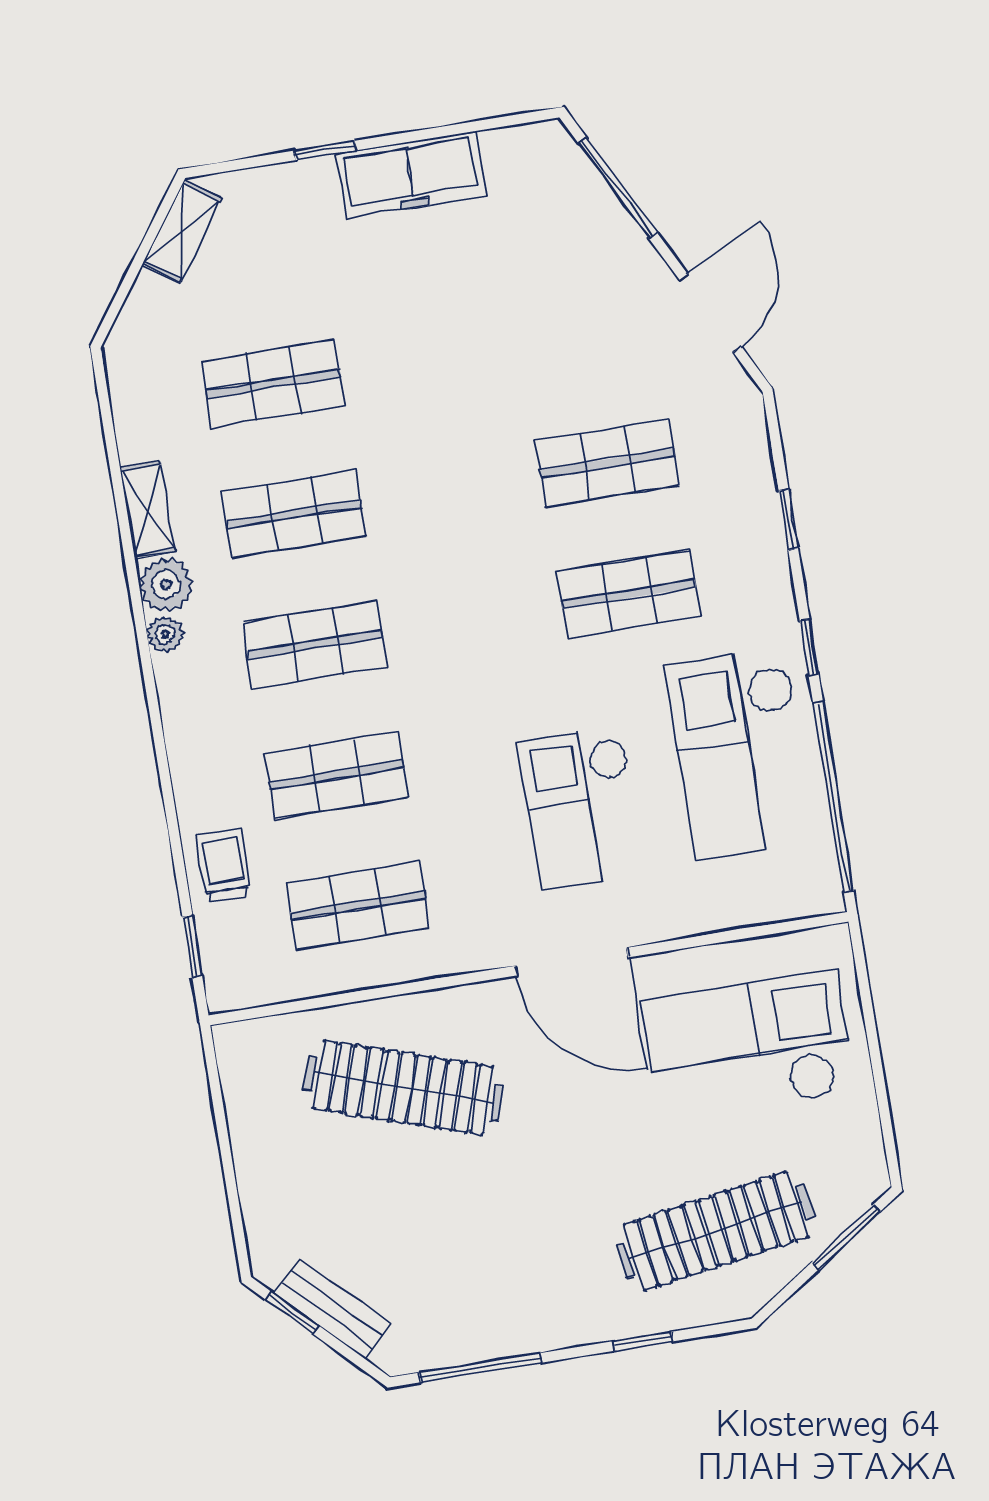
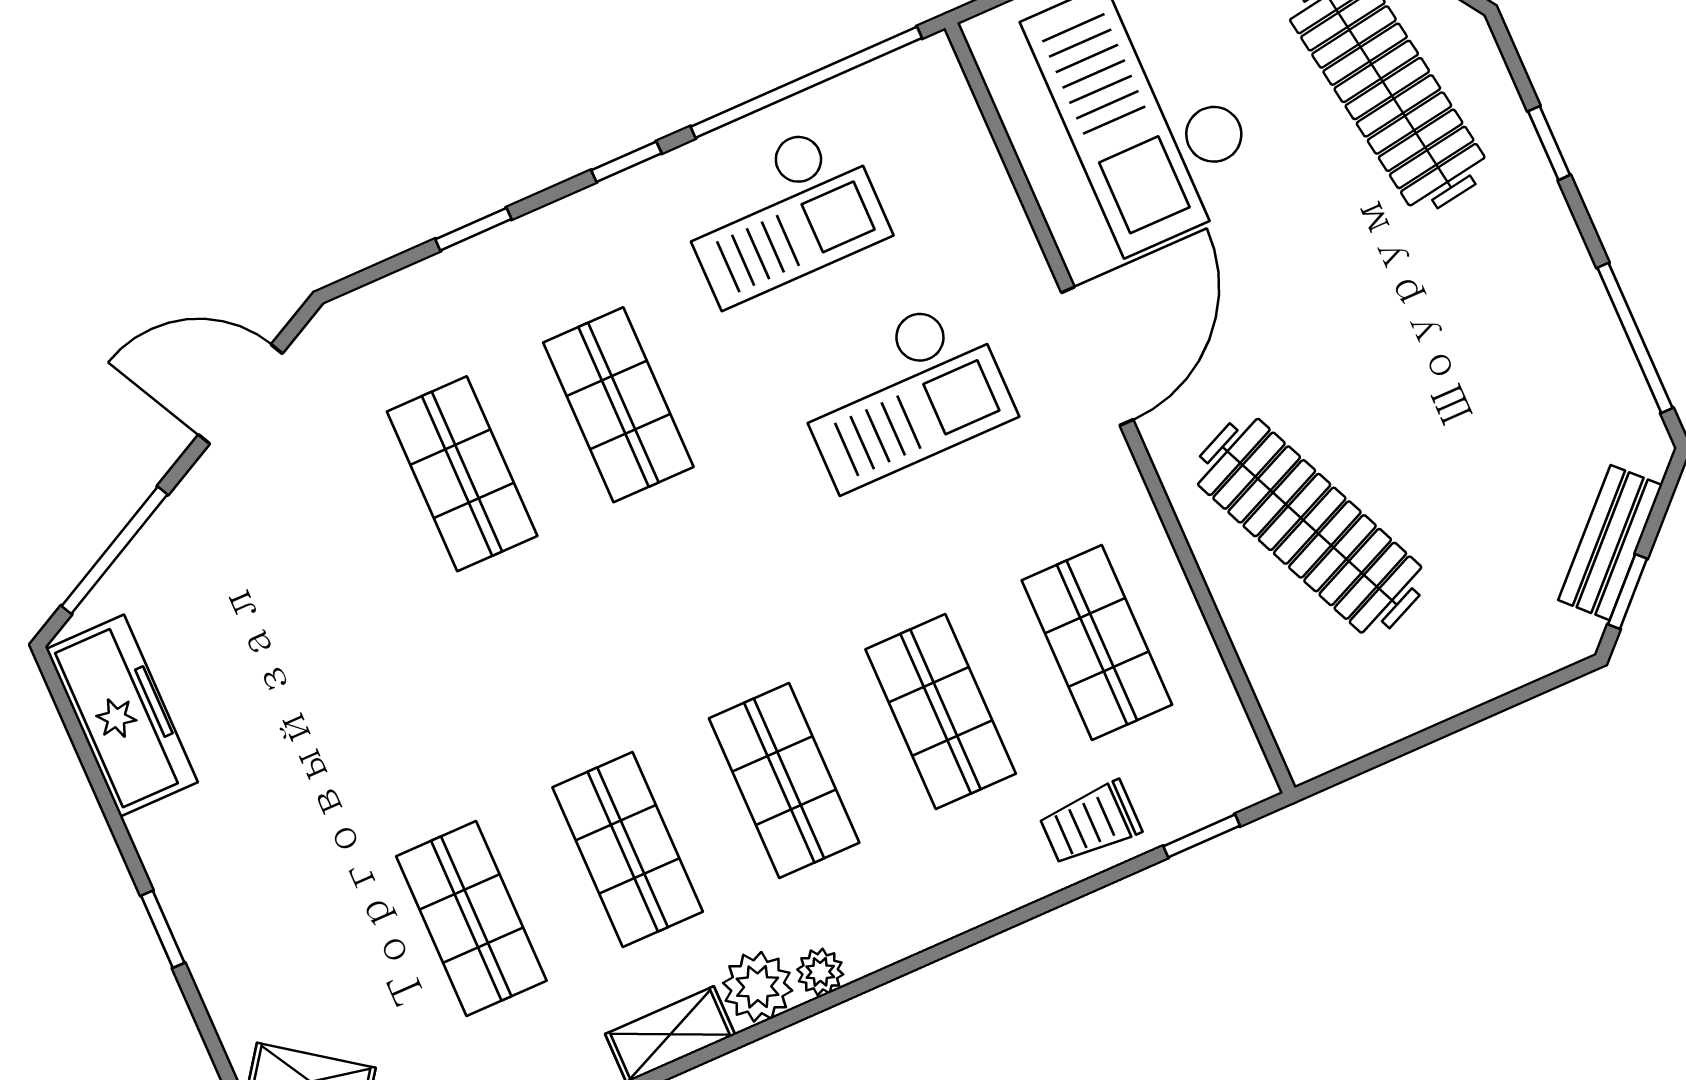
freezer: (411, 175) -> (122, 716), moved
checkout: (740, 753) -> (781, 213), width x0.73, depth x0.83
clothes rail: (403, 1088) -> (1310, 526), turned -42

